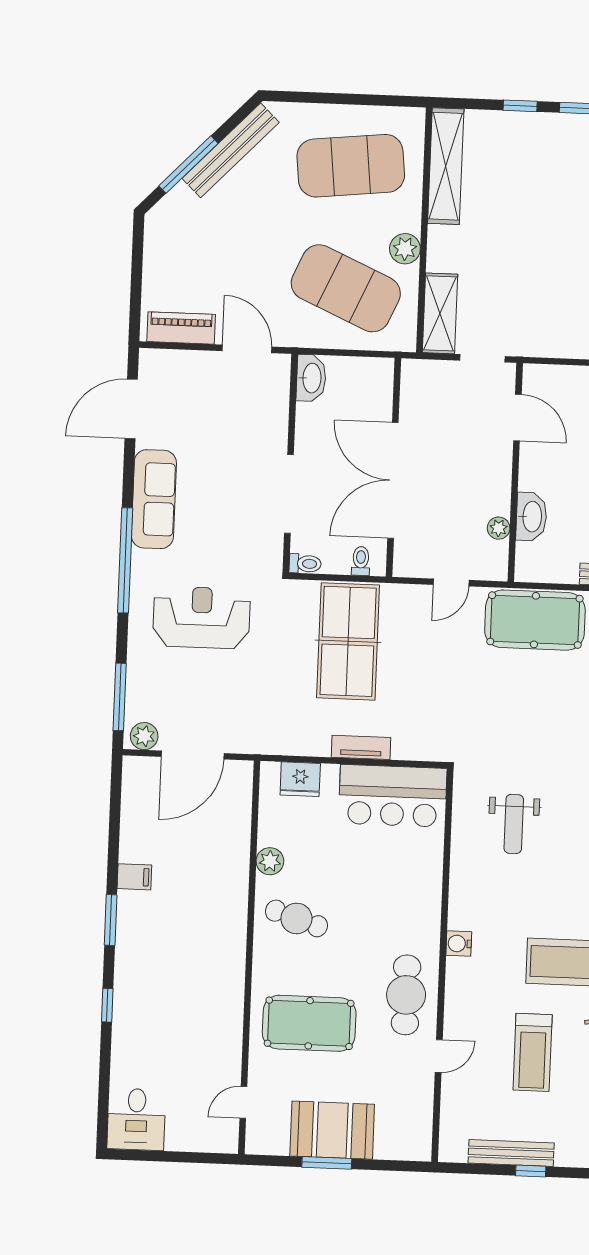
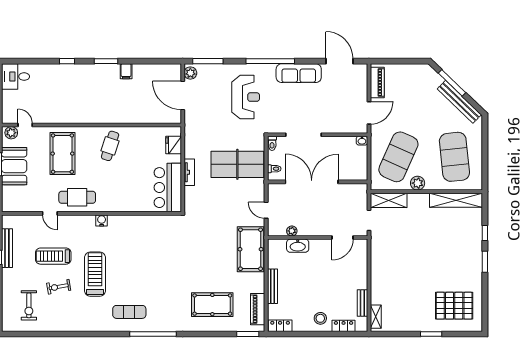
washbasin: (311, 378) -> (362, 141), width x0.52, depth x0.69
weight bench: (514, 824) -> (157, 243), removed
plant: (270, 861) -> (11, 133), moved

